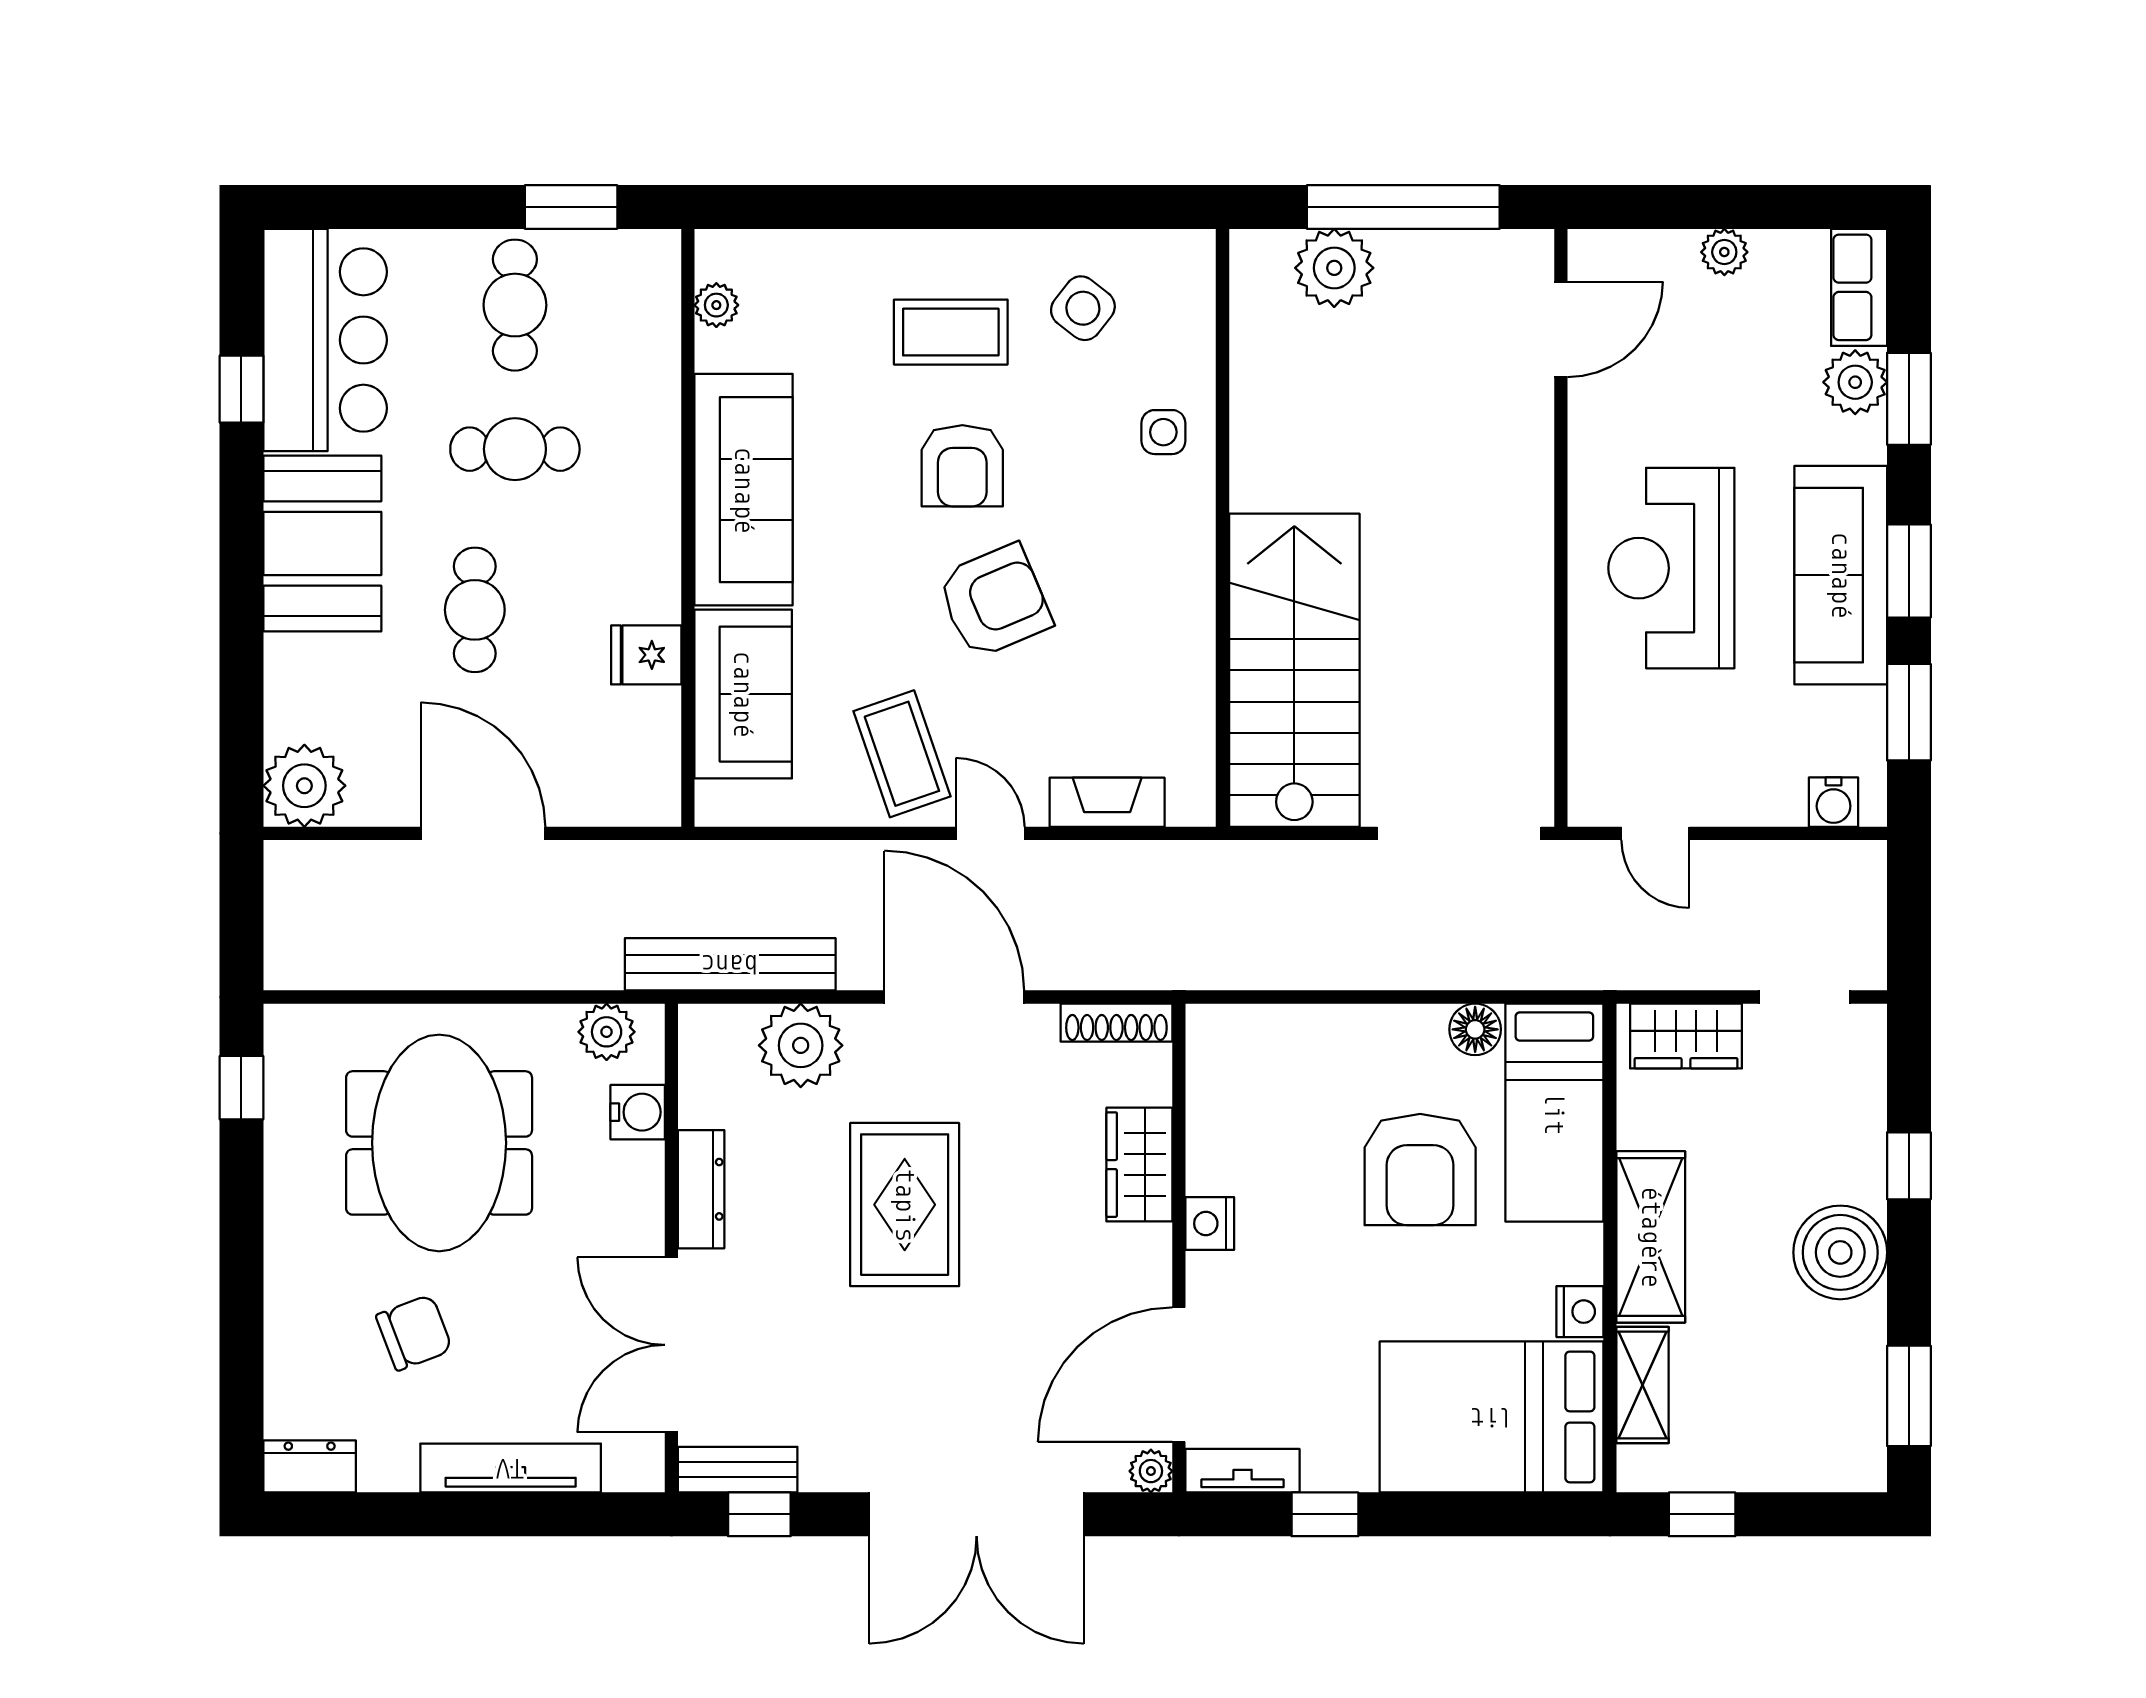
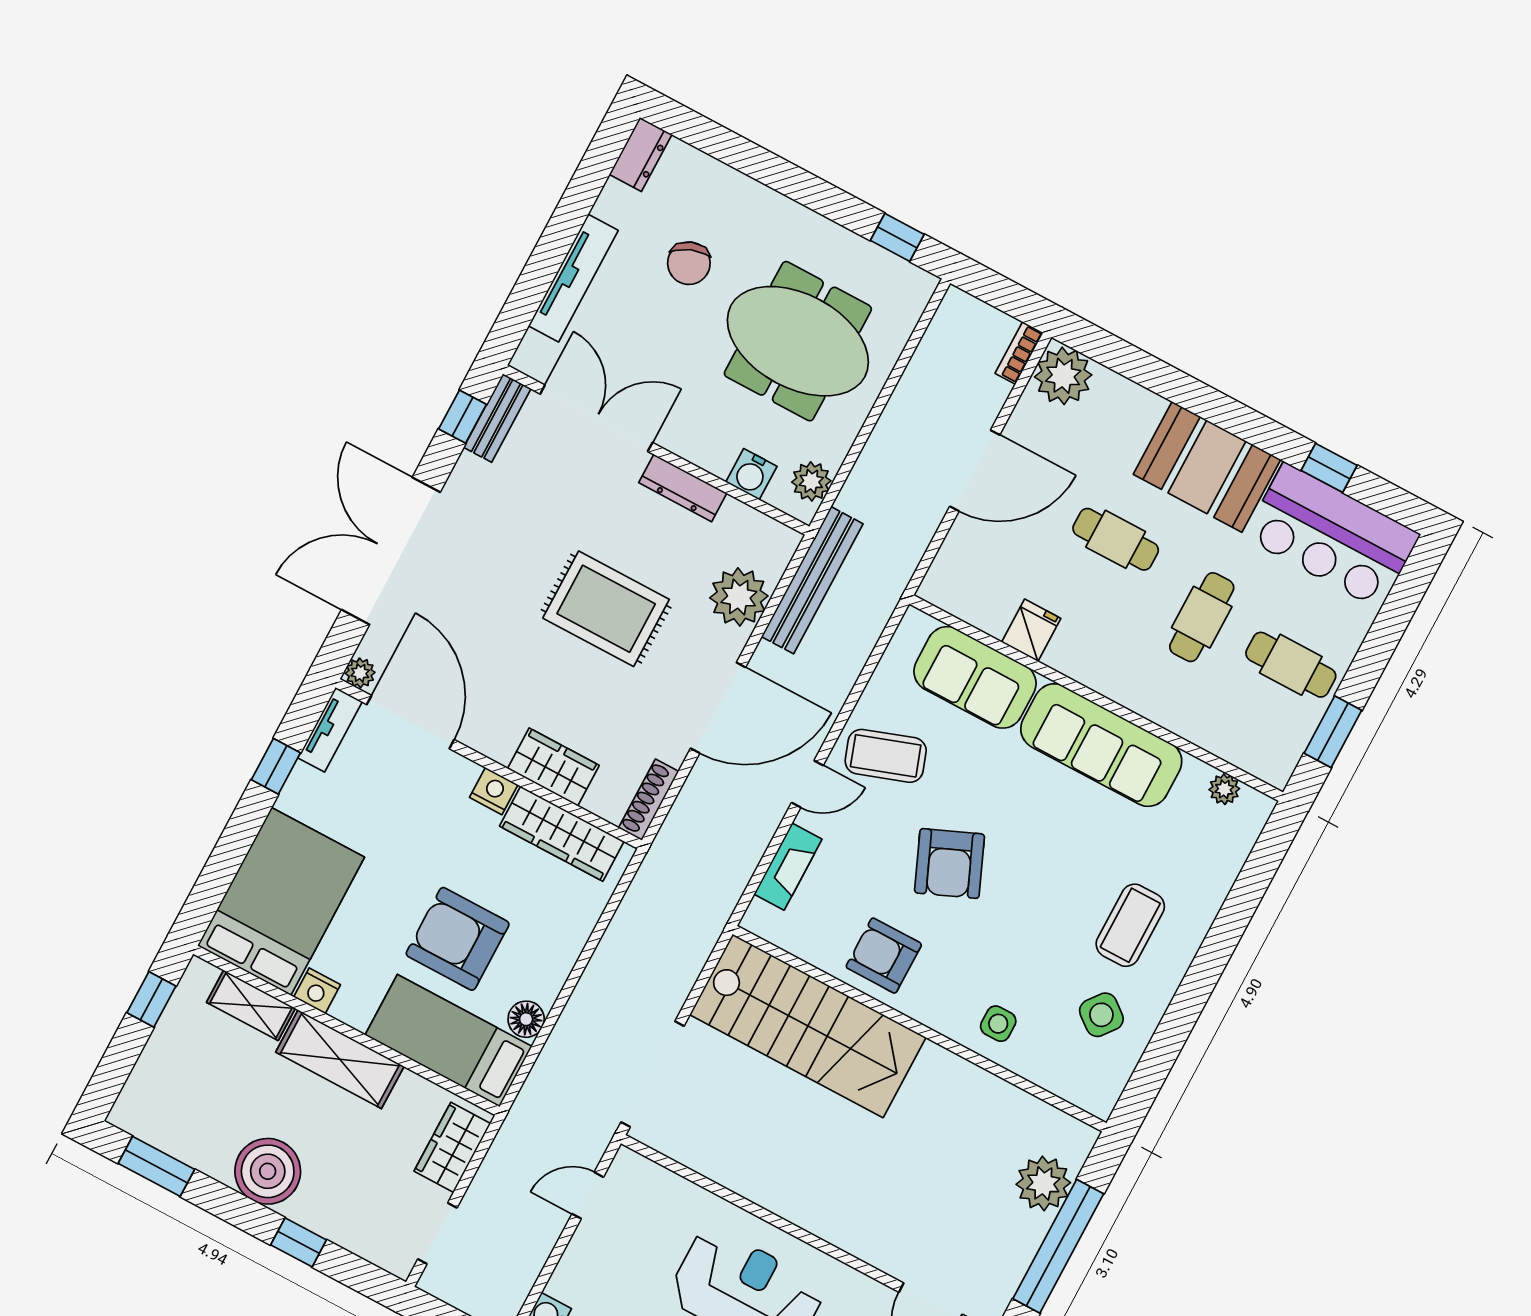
armchair: (962, 466) -> (884, 956), moved
bookcase: (305, 857) -> (1019, 353), added
wardrobe: (1218, 1109) -> (562, 834), added

